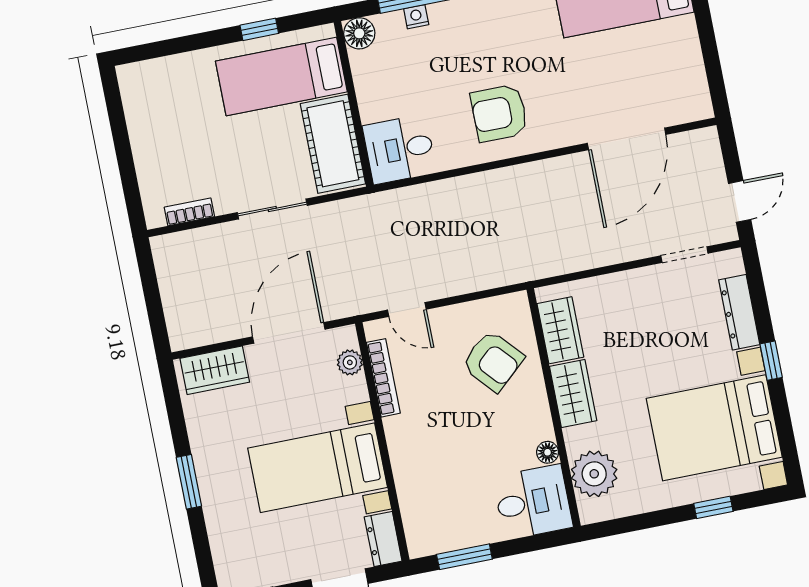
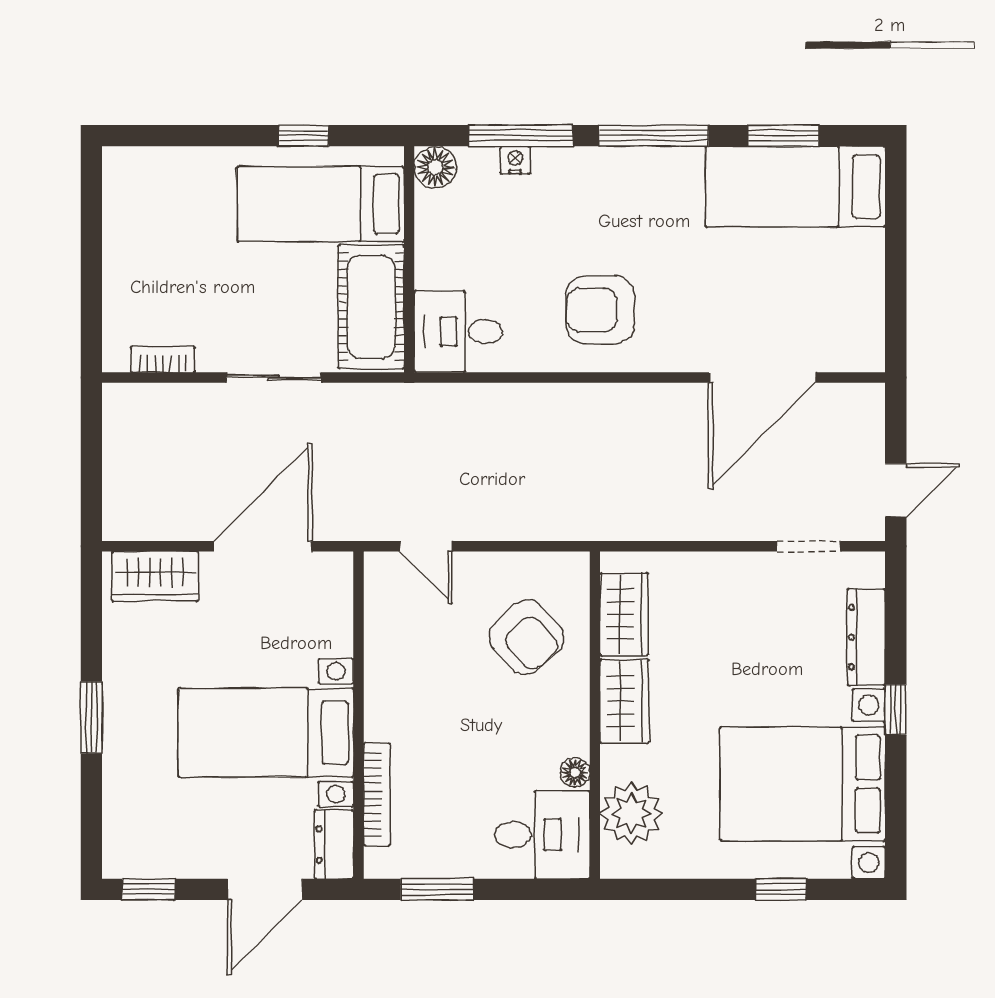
plant: (350, 362) -> (336, 601), removed
bookcase: (383, 378) -> (377, 794), moved

